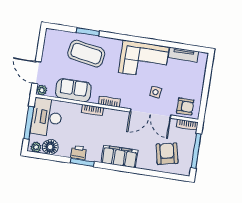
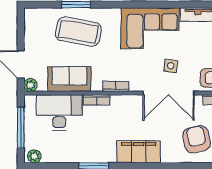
desk: (47, 117) -> (59, 113), moved, turned 90
floor lamp: (50, 147) -> (52, 153), removed
printer: (78, 153) -> (87, 155), removed

